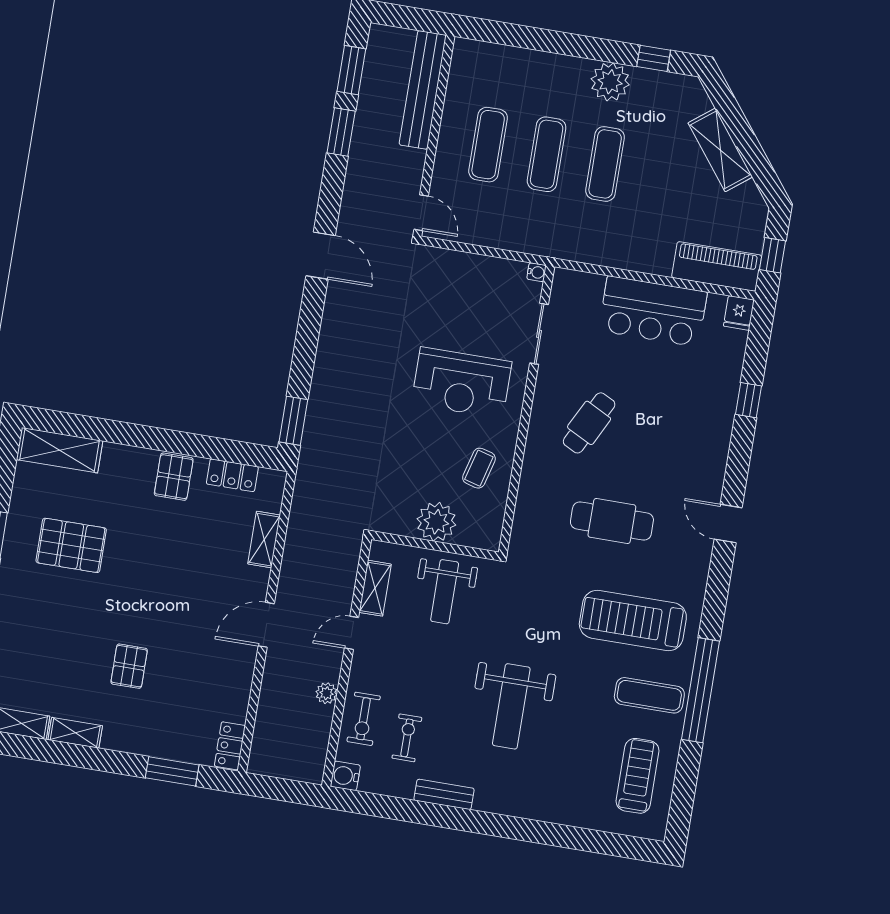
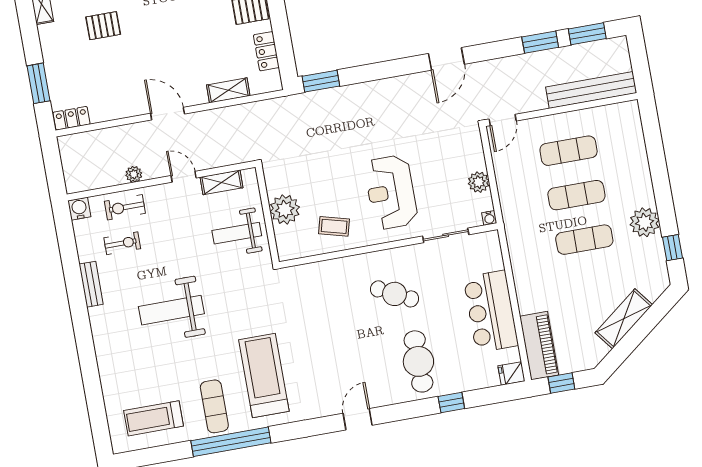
plant: (488, 270) -> (479, 182), added
cafe table: (612, 521) -> (418, 361), moved
treadmill: (638, 776) -> (154, 418), turned 180

